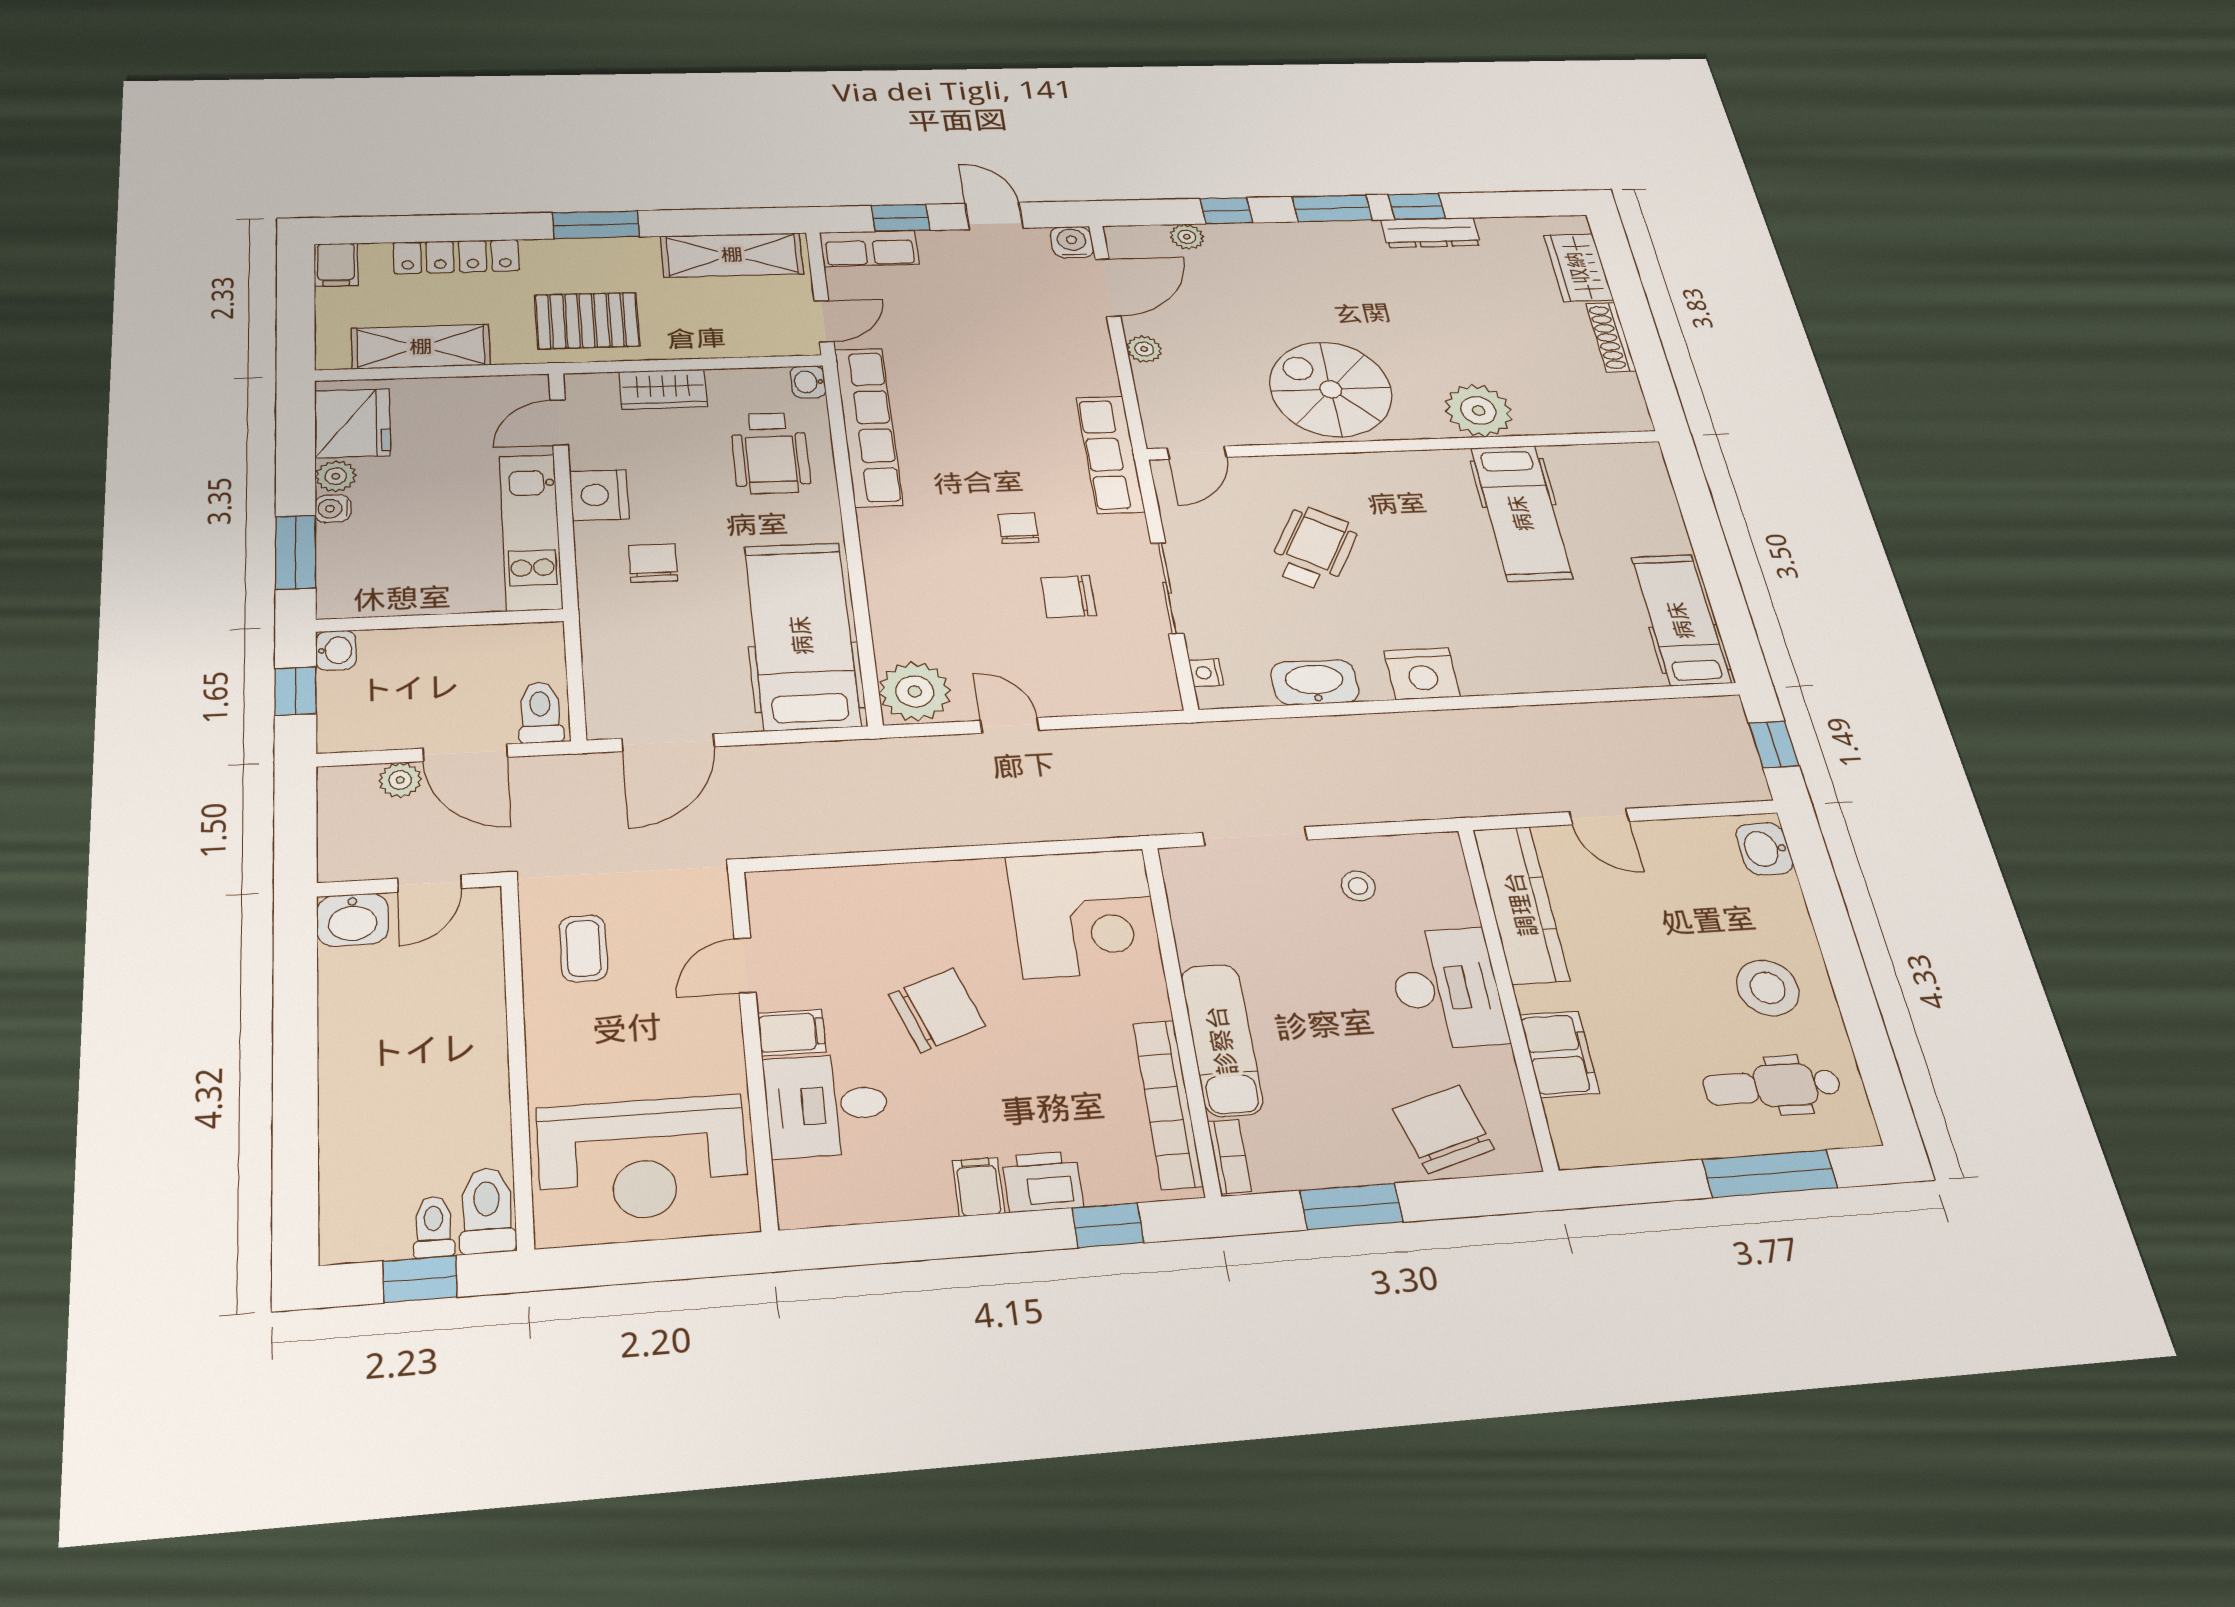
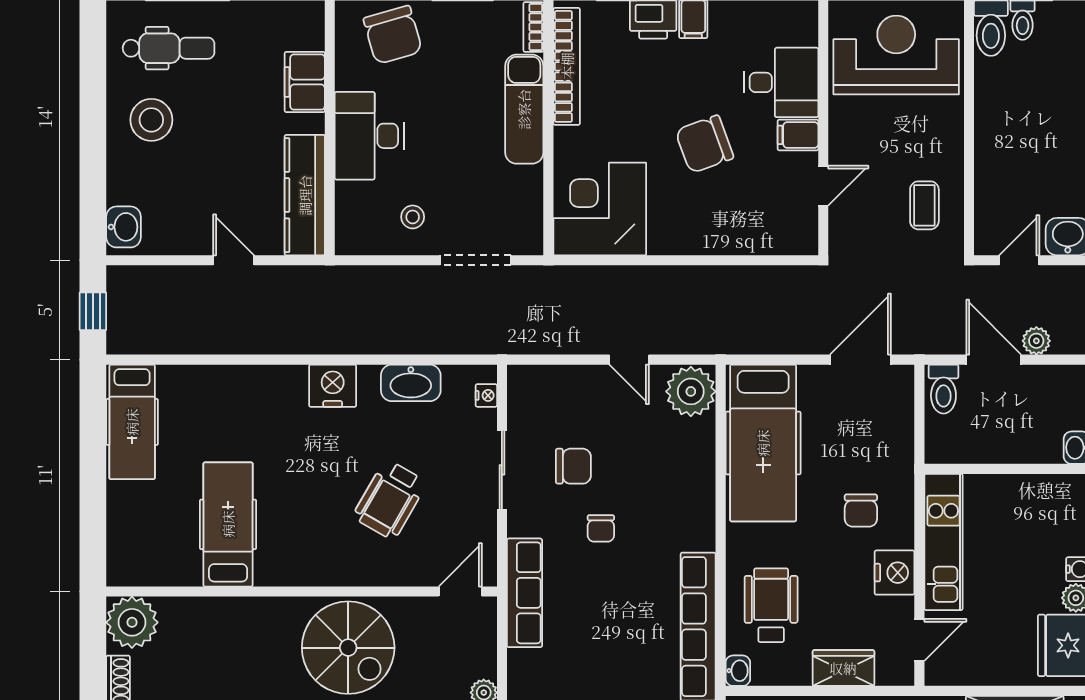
plant: (1478, 410) -> (132, 622), moved

